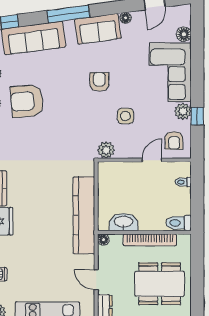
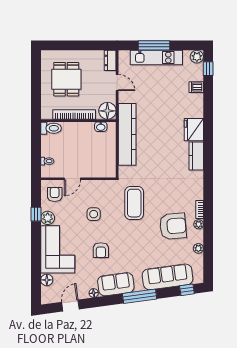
armchair: (99, 82) -> (101, 250), moved
coffee table: (75, 130) -> (134, 203), added
plant: (106, 150) -> (109, 187), removed
washbasin: (124, 222) -> (101, 127), width x0.52, depth x0.69
floor lamp: (103, 240) -> (107, 111), width x1.89, depth x1.89
dining table: (160, 284) -> (66, 79), width x0.73

